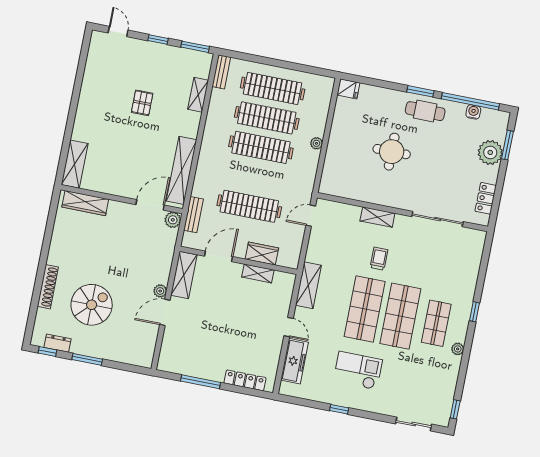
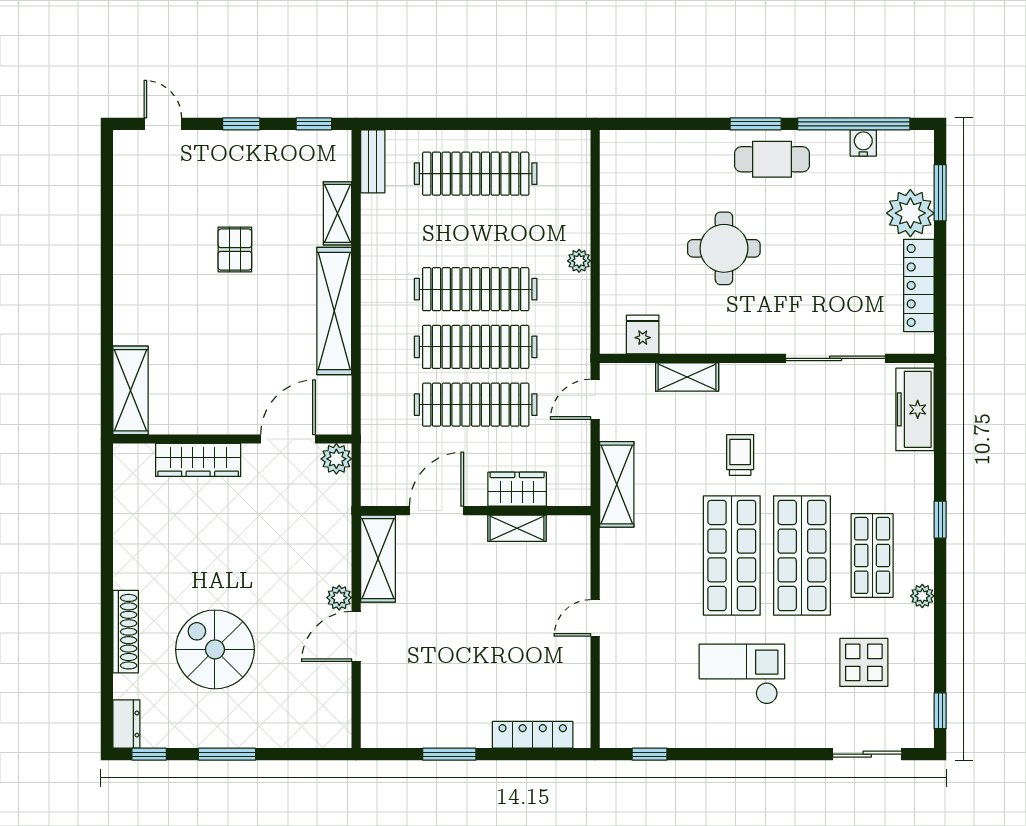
window: (195, 47) -> (314, 124), width x0.67
fridge: (348, 89) -> (643, 335), moved, turned -90
clothes rail: (267, 118) -> (476, 347), moved
shelving: (181, 170) -> (334, 311), moved
locker: (486, 198) -> (919, 285), width x1.53
wardrobe: (85, 203) -> (198, 460), moved
bench: (193, 215) -> (373, 441), removed
shelving: (377, 217) -> (687, 377), moved
shelving: (308, 285) -> (617, 484), moved
spiral stairs: (92, 305) -> (215, 649), turned -90
door: (289, 327) -> (595, 618), swing flipped
dresser: (57, 343) -> (126, 724), moved, turned 90
freezer: (294, 361) -> (915, 409), moved, turned 180
display table: (421, 377) -> (864, 662), added
window: (200, 382) -> (449, 754), width x0.69
window: (339, 409) -> (649, 754), moved

